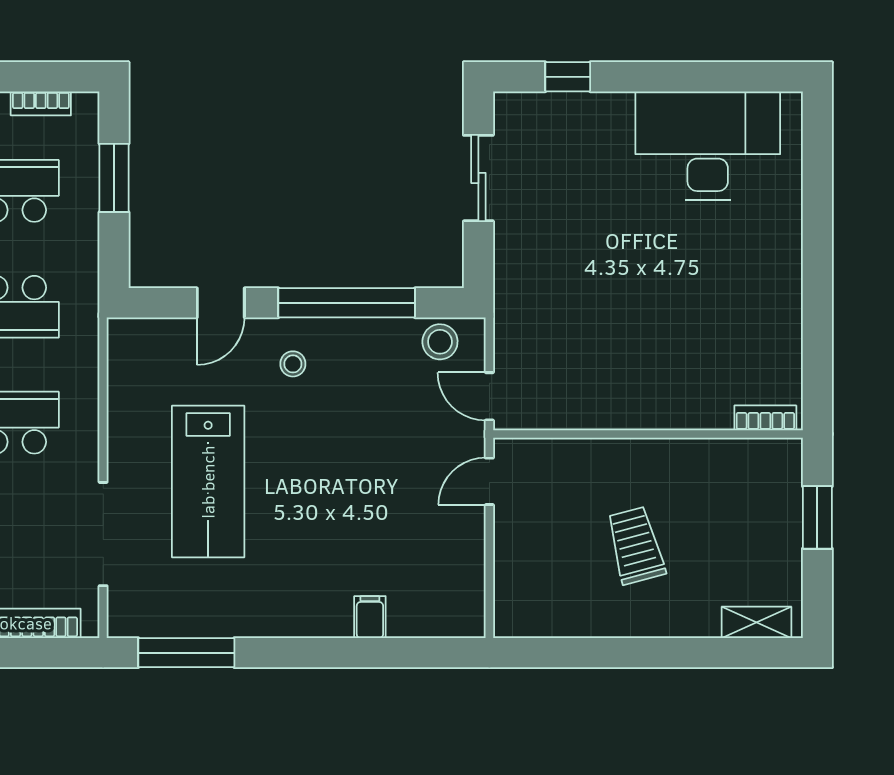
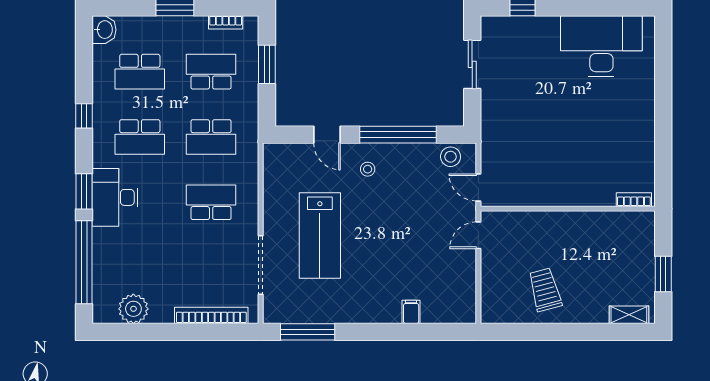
door: (221, 303) -> (327, 135), hinge flipped
window: (817, 517) -> (663, 274), moved
trolley: (636, 545) -> (545, 290), moved

